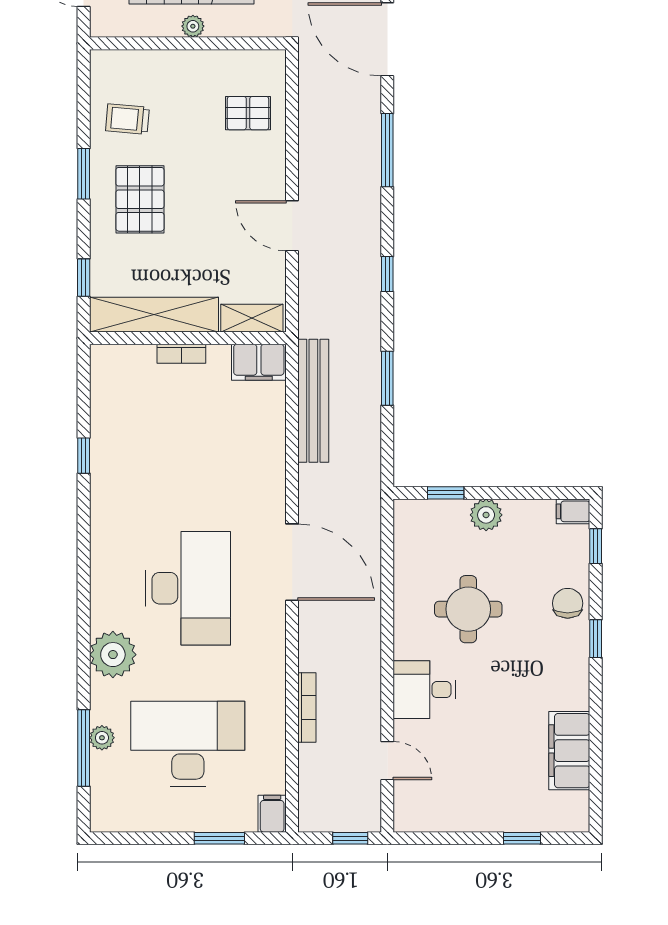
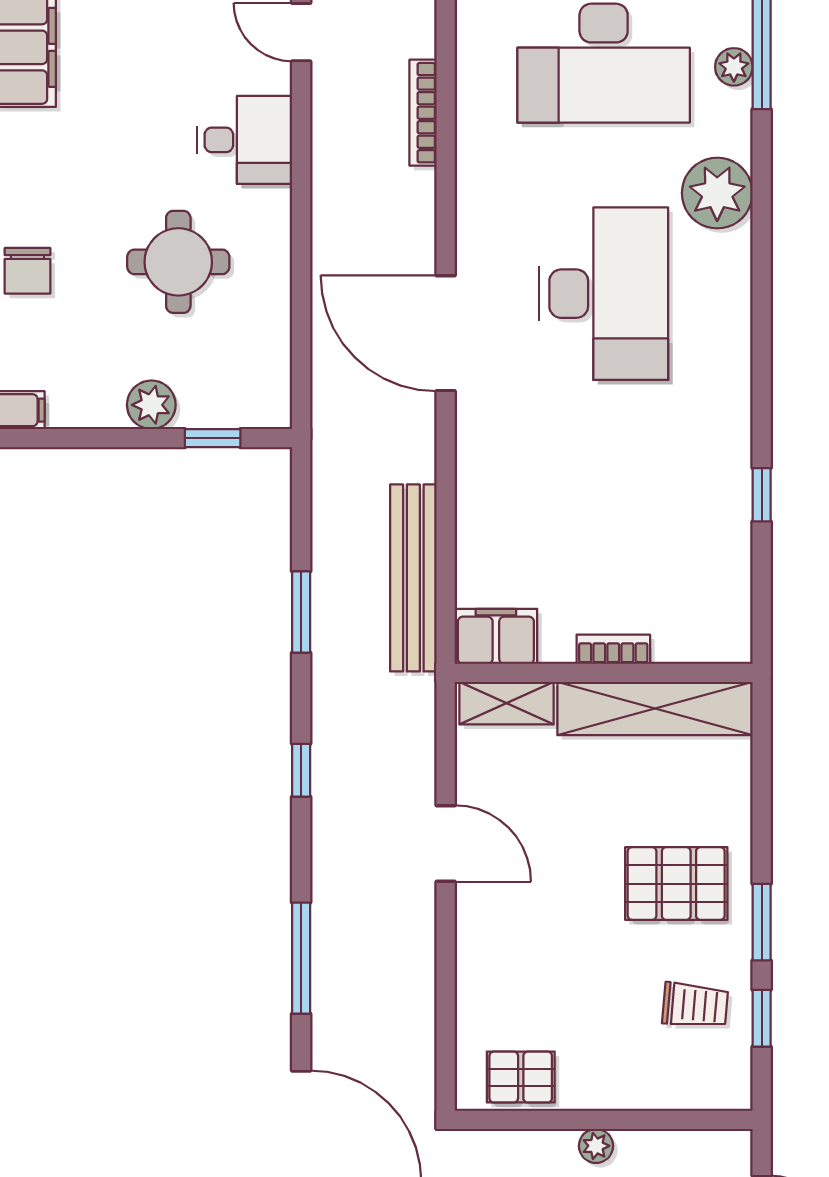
pallet: (248, 113) -> (521, 1077), moved
pallet: (140, 199) -> (676, 884), turned 90
window: (84, 278) -> (762, 1018), moved
desk: (188, 588) -> (604, 294), turned 180

